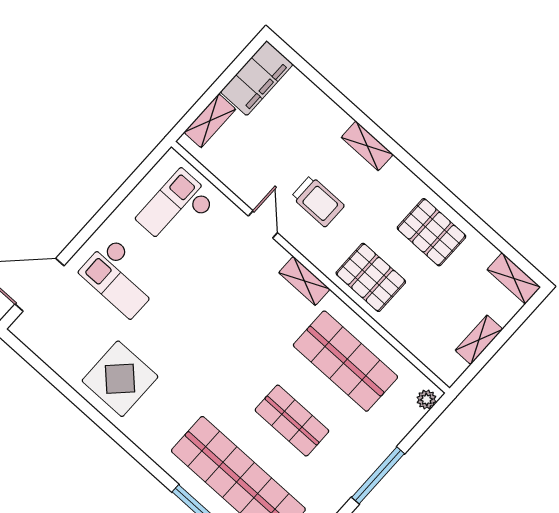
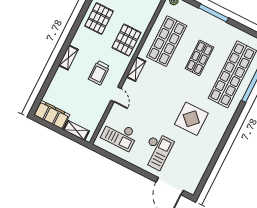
trolley: (318, 201) -> (99, 73), turned 180
door: (263, 224) -> (116, 94), swing flipped
display table: (120, 379) -> (191, 119), moved

